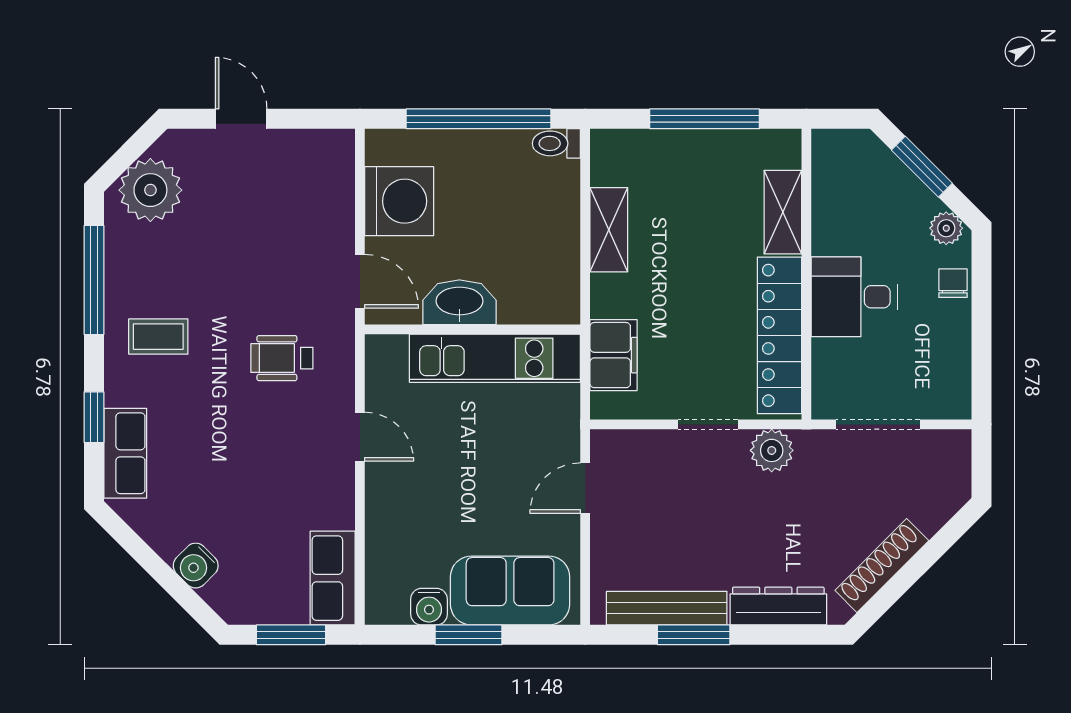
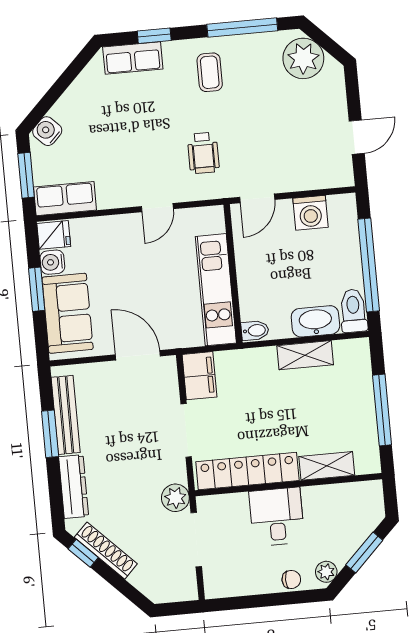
door: (241, 119) -> (357, 137), moved
toilet: (556, 143) -> (353, 311), width x1.37, depth x1.39
washing machine: (399, 201) -> (310, 213), width x0.73, depth x0.73
washbasin: (459, 302) -> (315, 321), moved, turned -90
bidet: (564, 304) -> (255, 331), added
filing cabinet: (613, 355) -> (199, 376), moved, turned -90
wheelchair: (282, 358) -> (203, 153), turned 180
doorway: (708, 424) -> (186, 430), width x1.38
plant: (772, 450) -> (175, 498), moved
door: (585, 488) -> (138, 355), width x1.38
water cooler: (196, 566) -> (47, 131), moved
fridge: (387, 601) -> (54, 235), added
window: (883, 601) -> (83, 553), added

